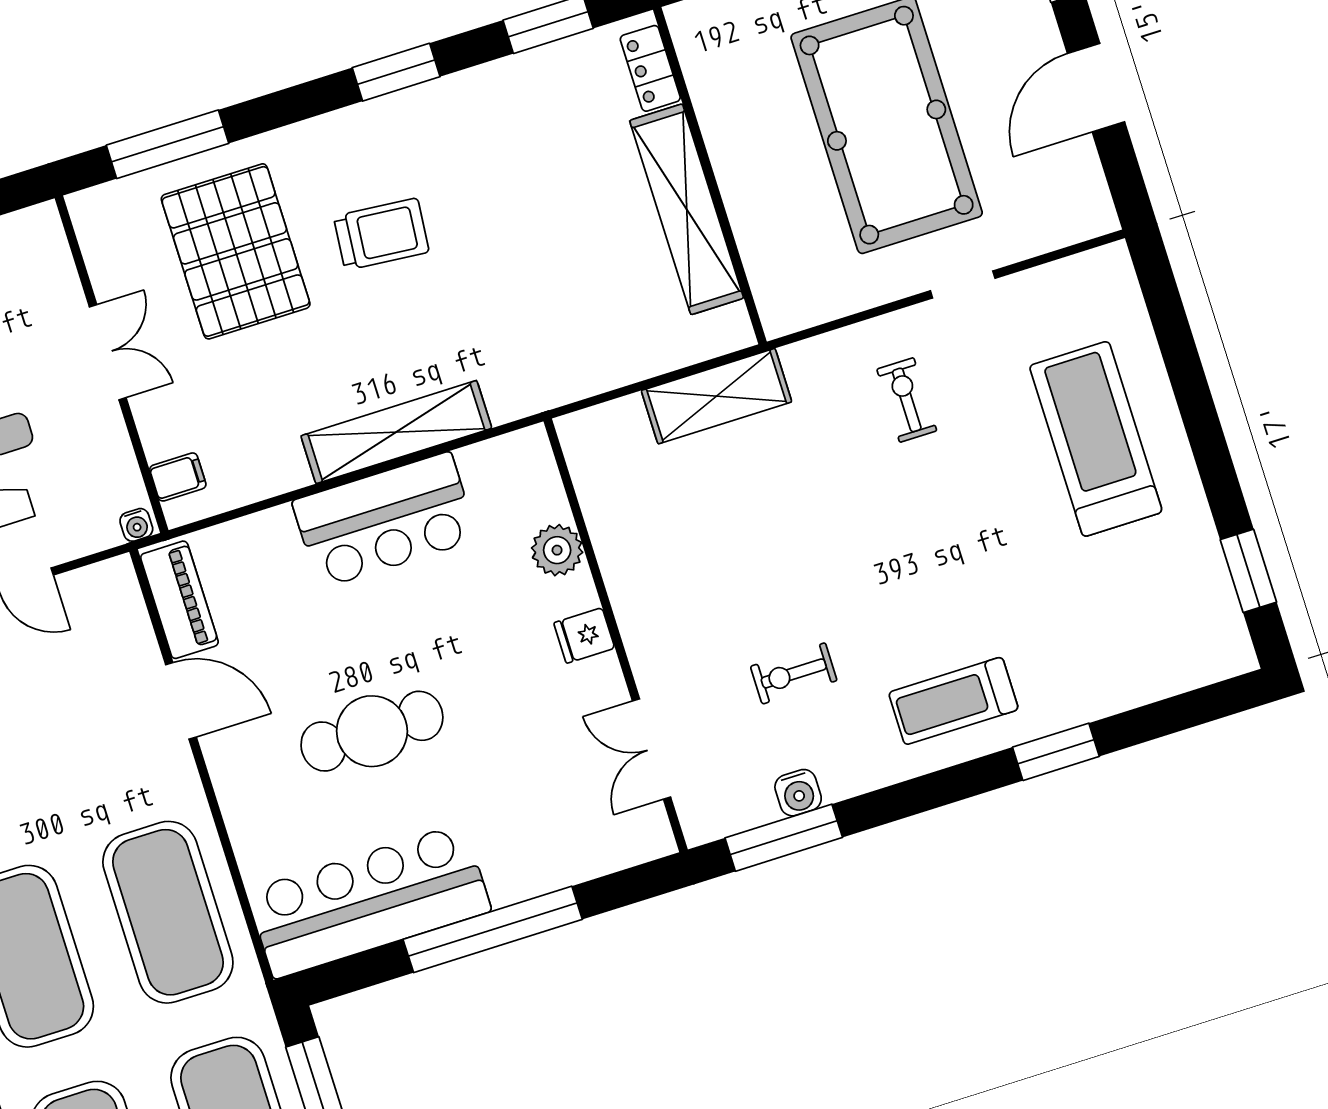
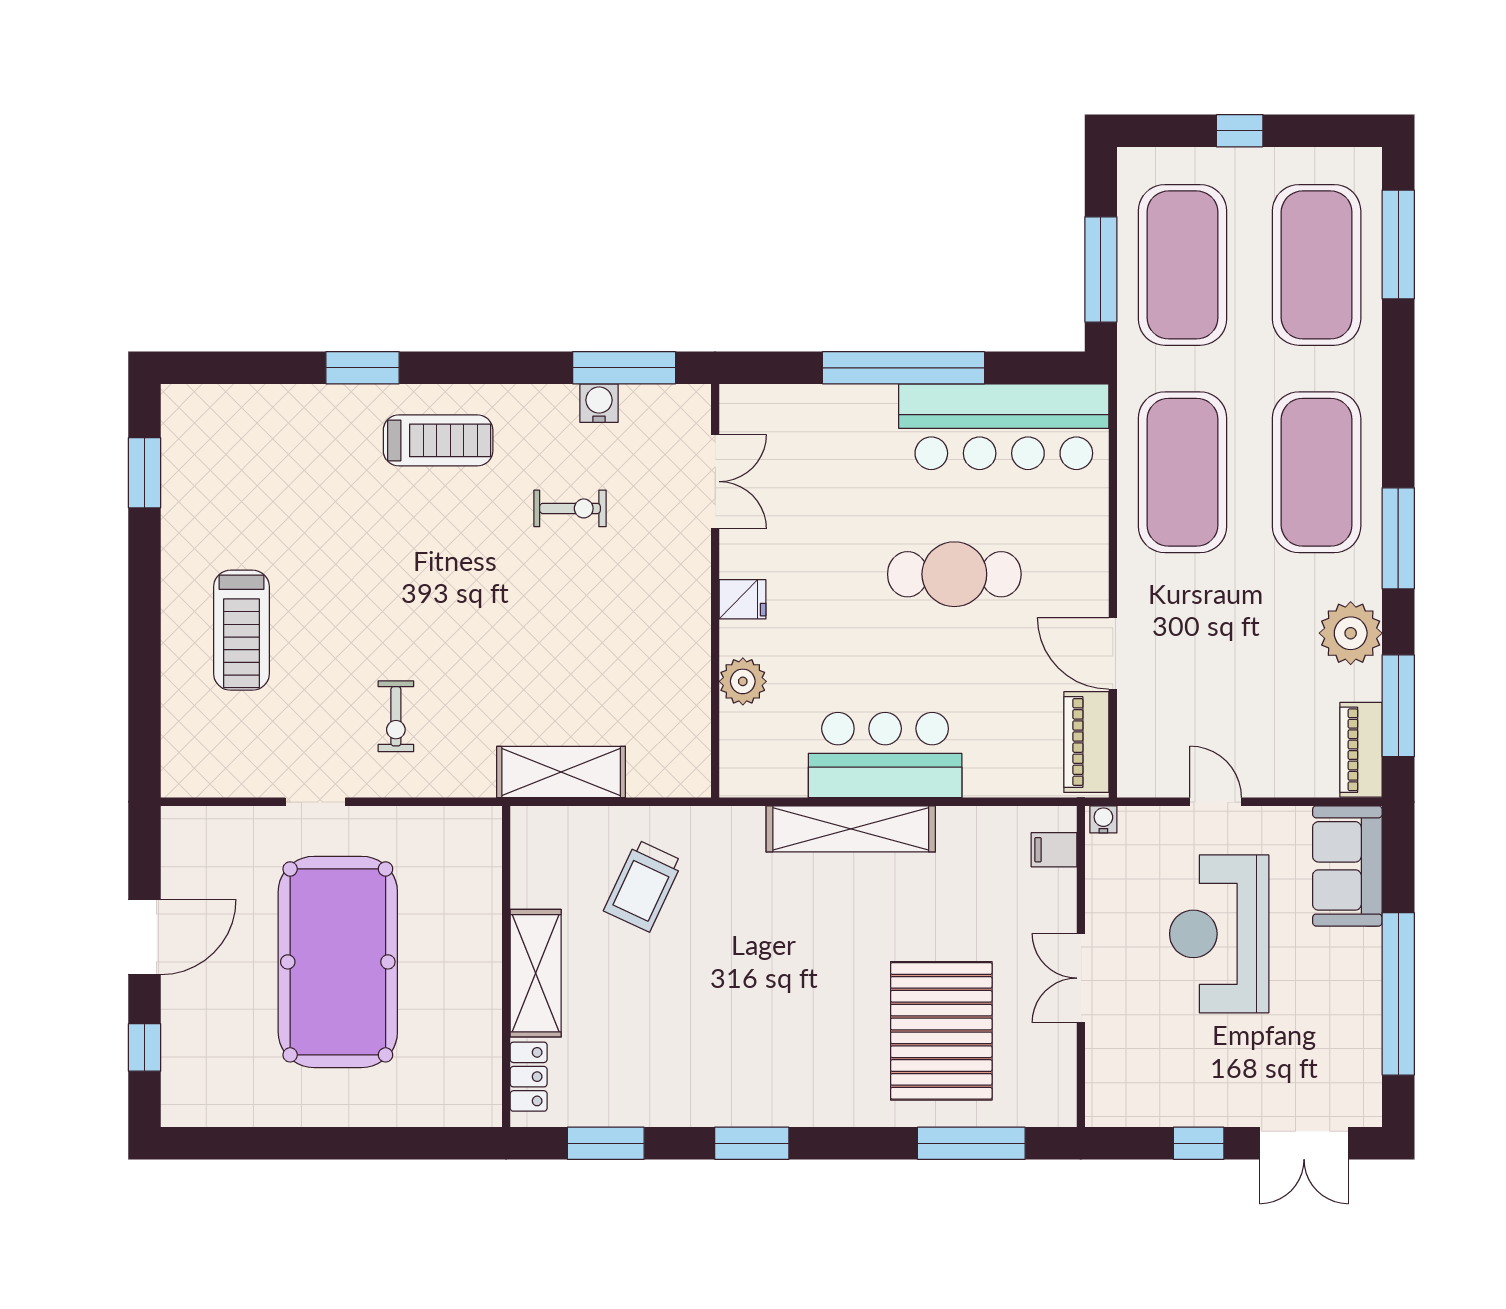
shelving: (687, 209) -> (536, 973), width x0.68
trolley: (381, 234) -> (643, 886), moved, turned -70
treadmill: (1096, 439) -> (241, 630), width x0.73, depth x0.73

